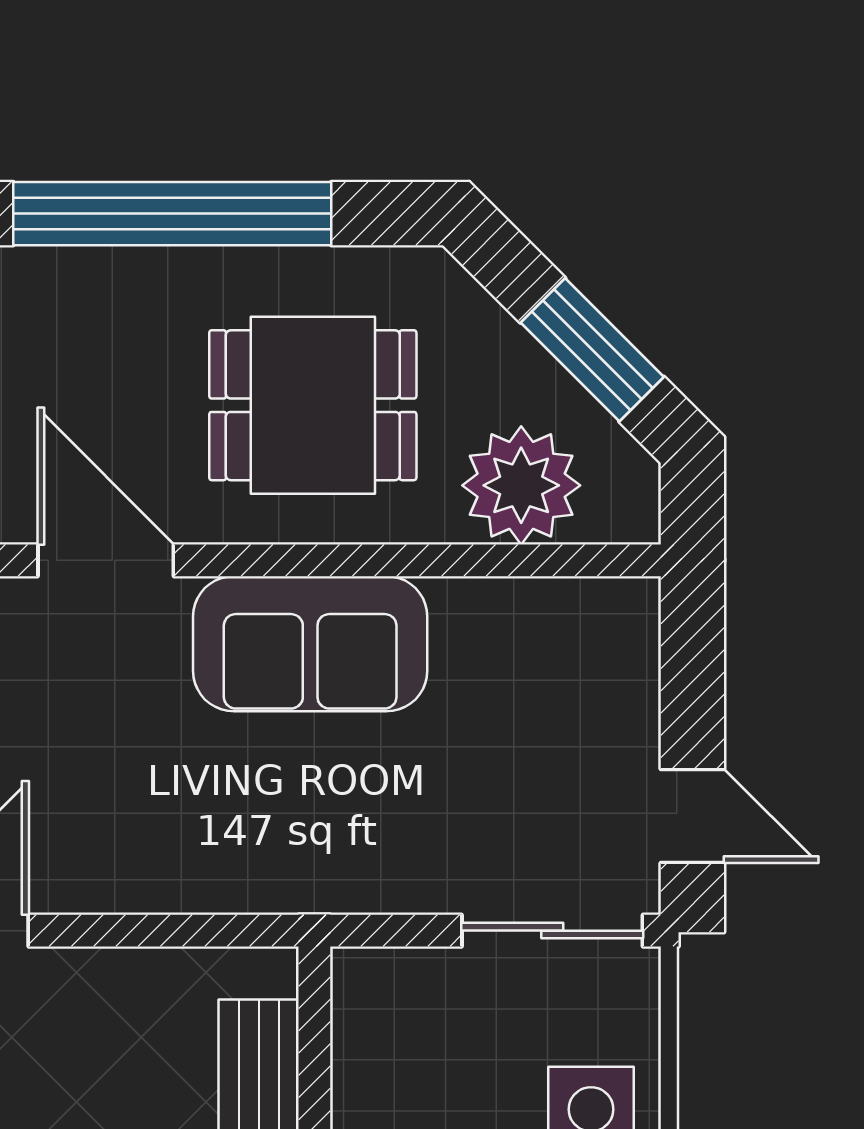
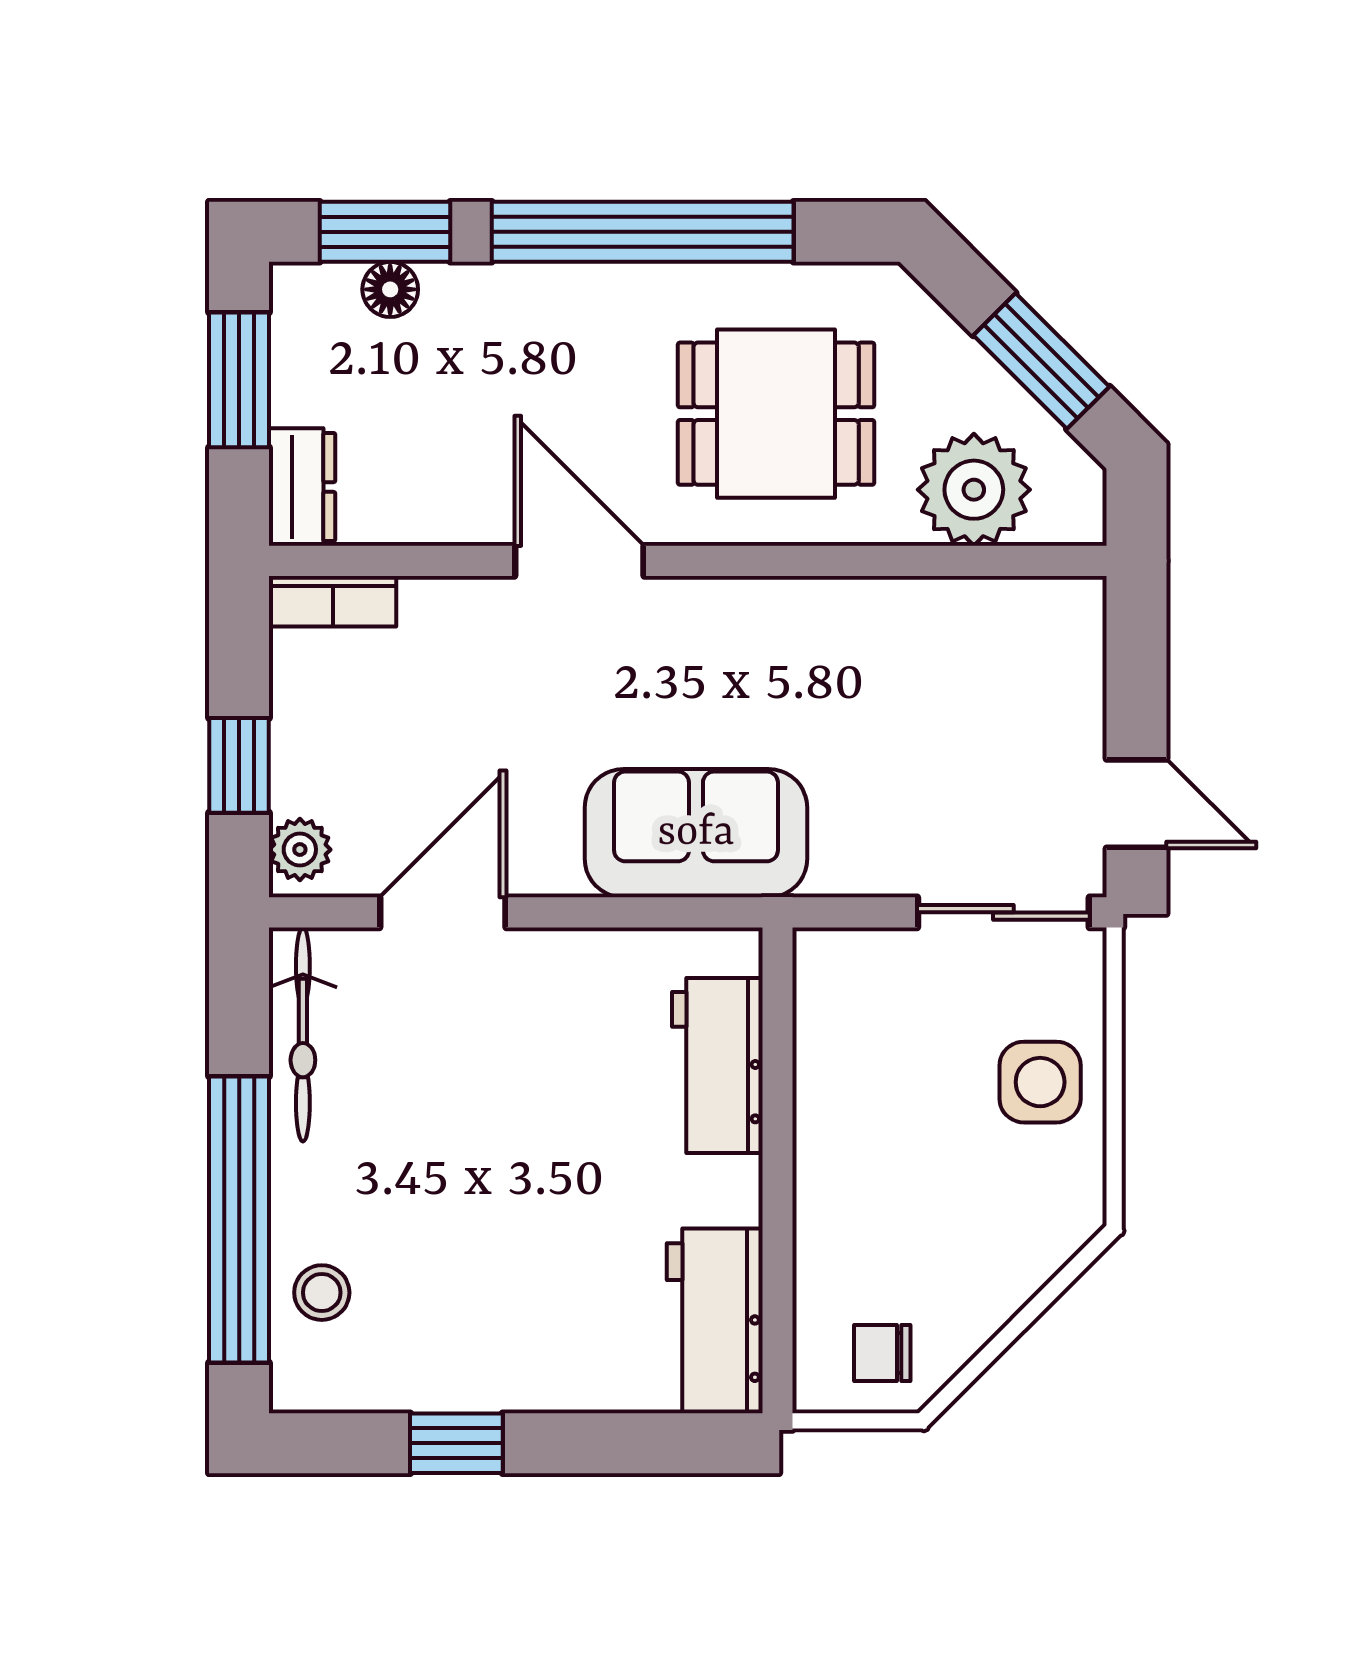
sofa: (310, 644) -> (696, 833), moved, turned 180

